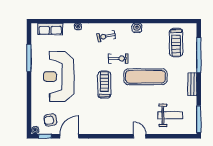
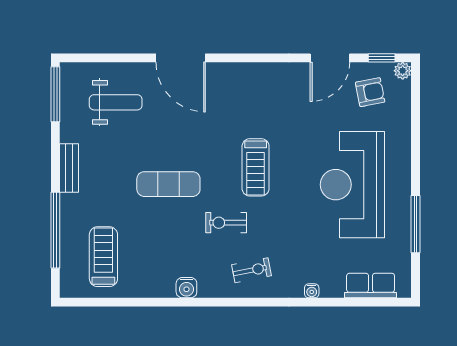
reception desk: (59, 76) -> (352, 185), turned 180
exercise mat: (145, 77) -> (168, 184), width x0.73, depth x0.69
weight bench: (170, 115) -> (116, 102), turned 180
door: (140, 136) -> (181, 58), width x1.87

